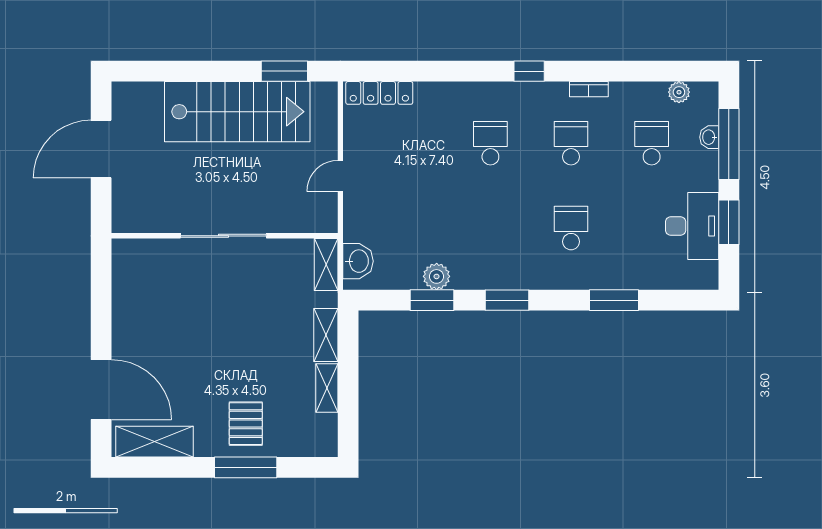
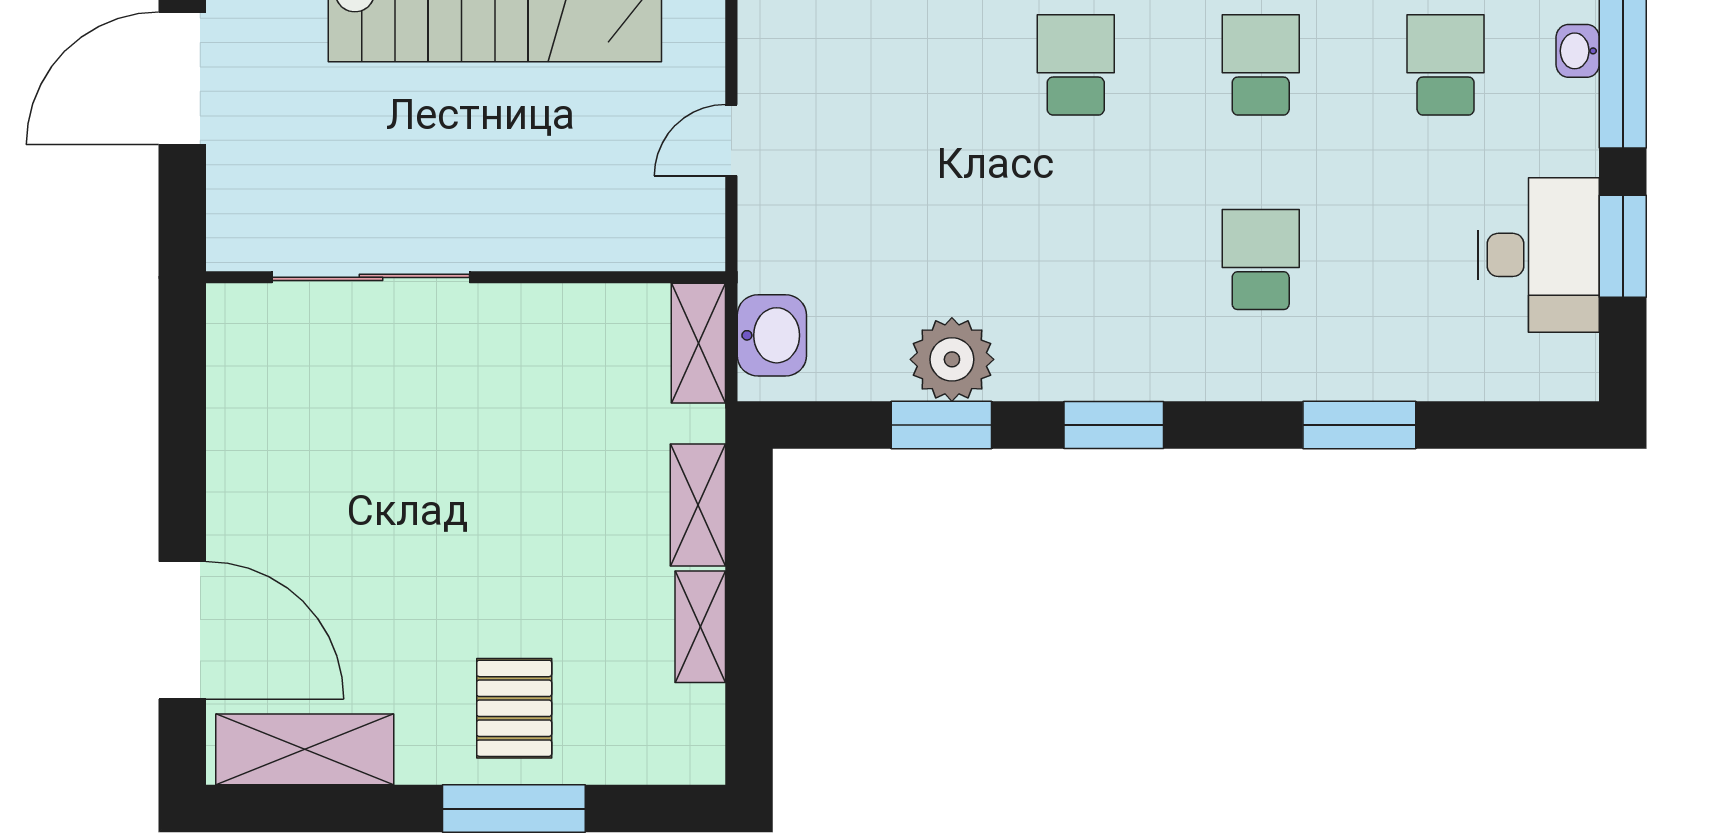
sliding door: (223, 236) -> (371, 277), moved
plant: (437, 276) -> (952, 359), width x1.36, depth x1.36

